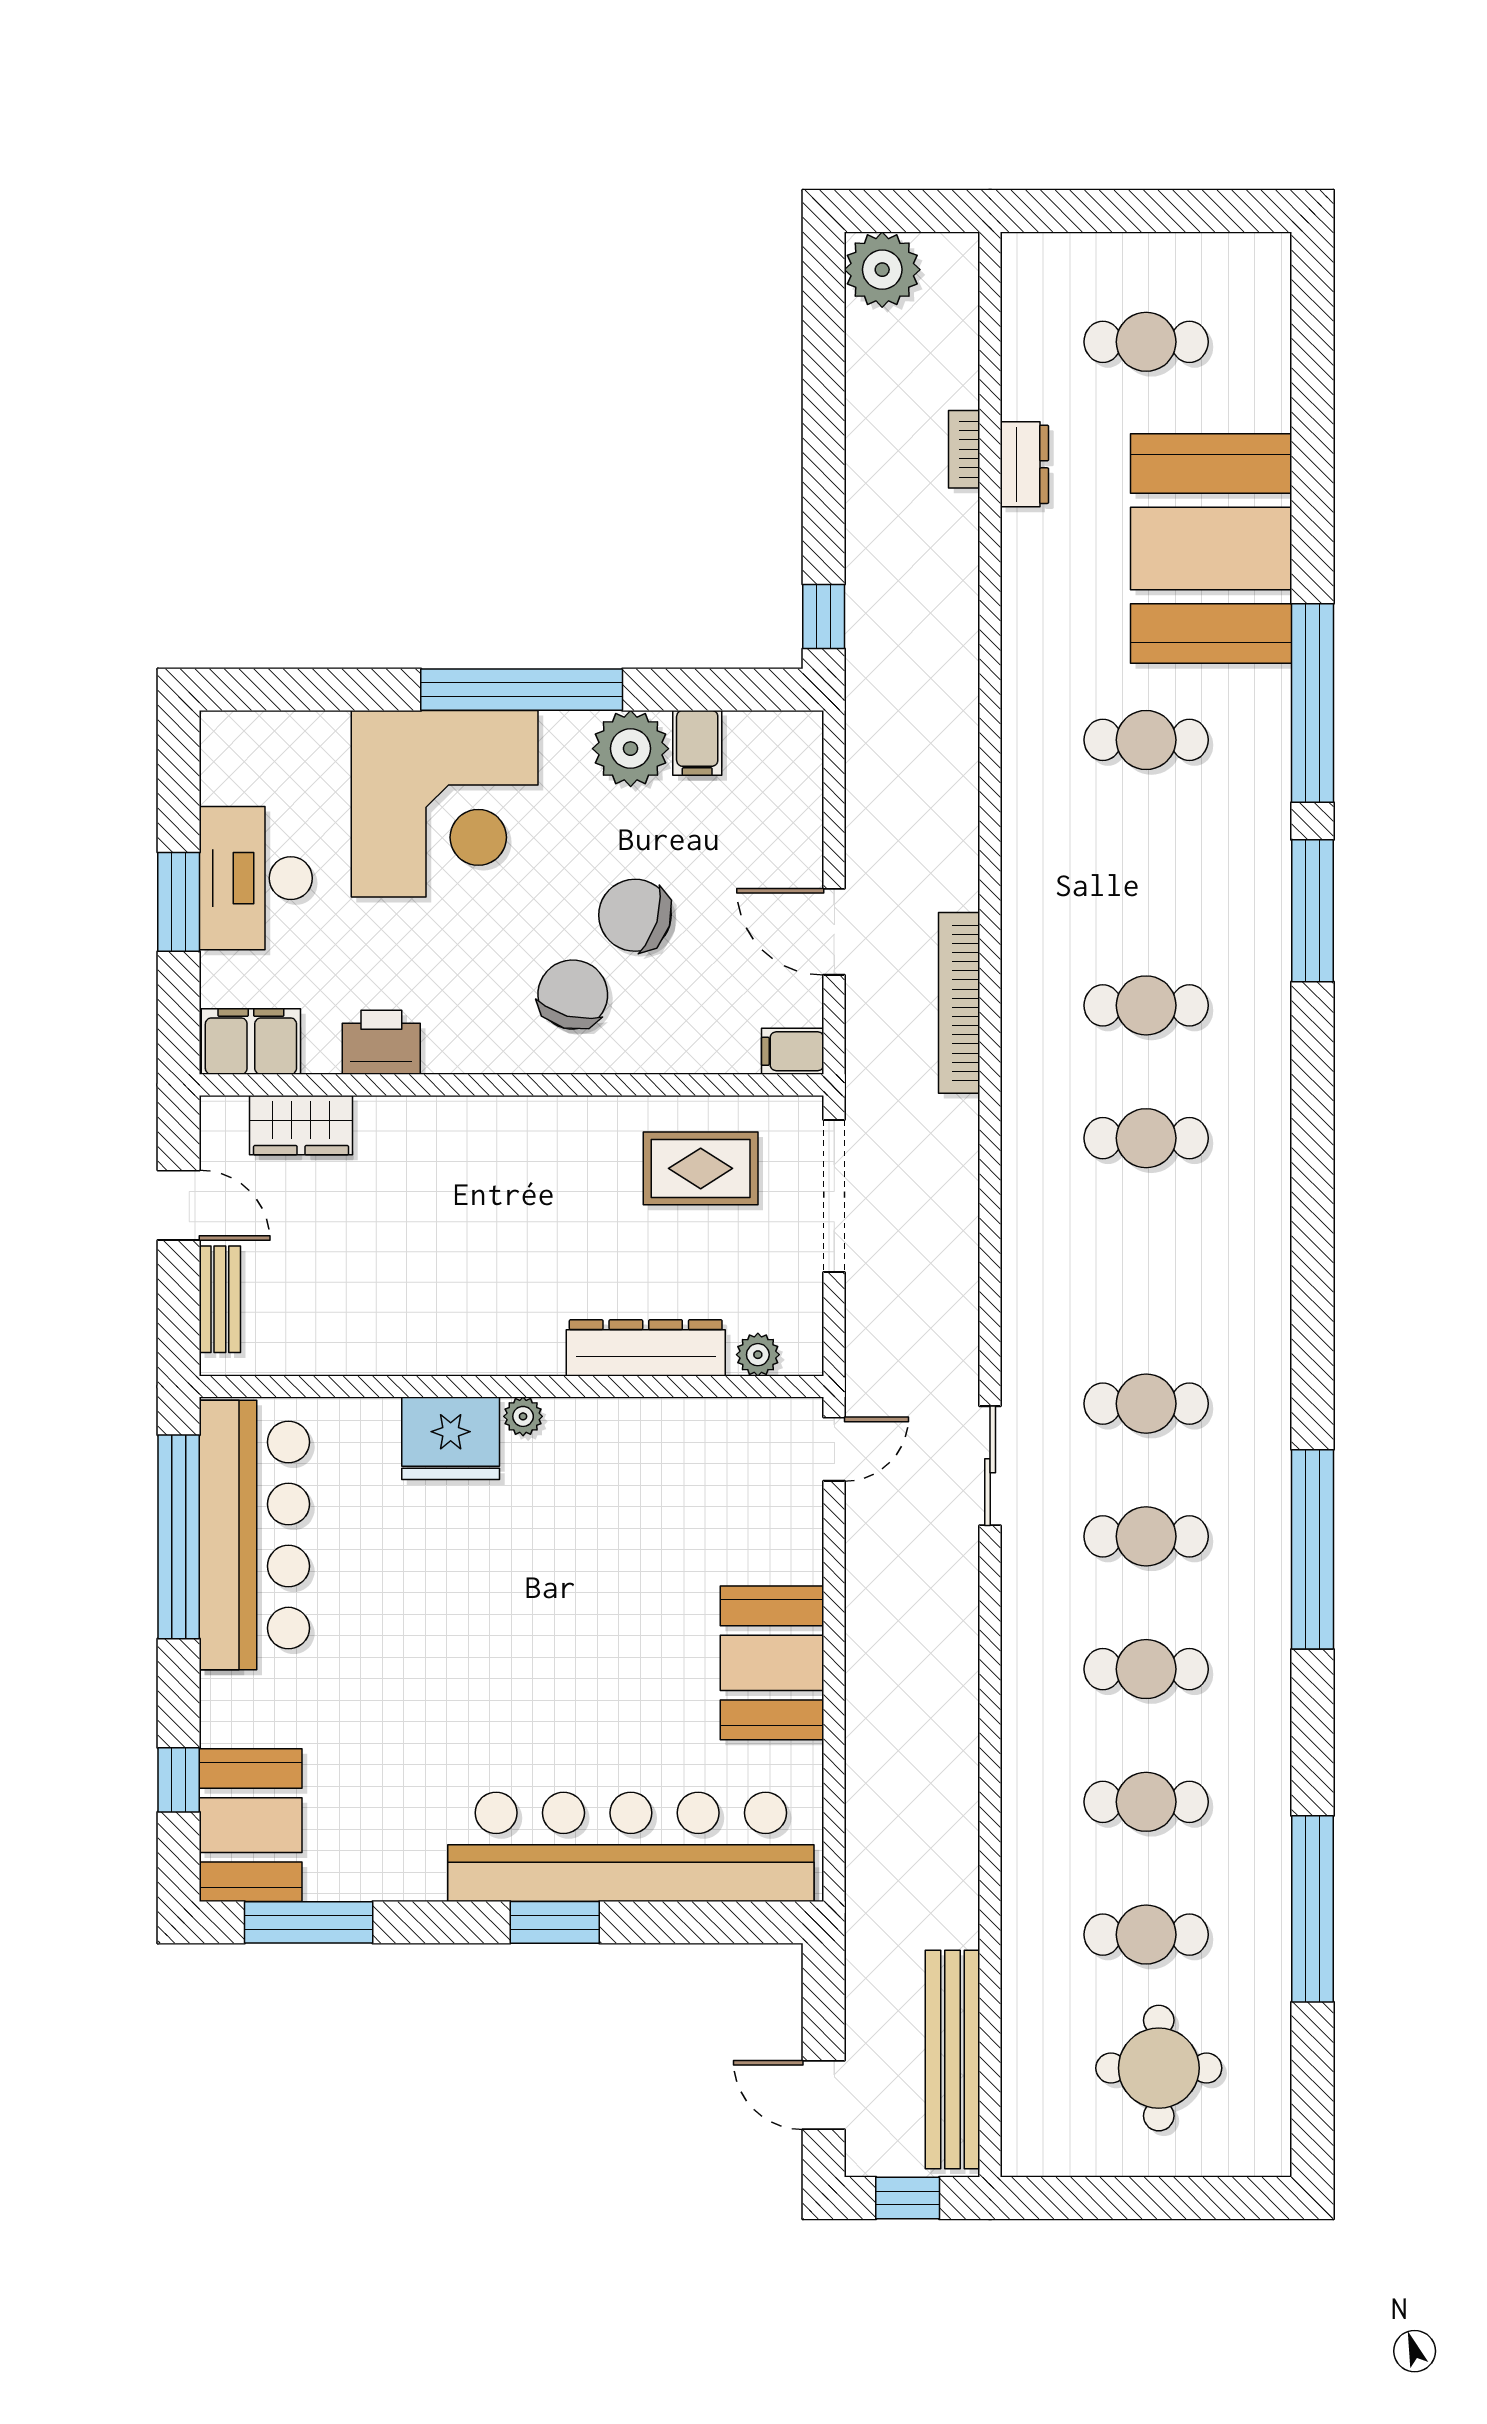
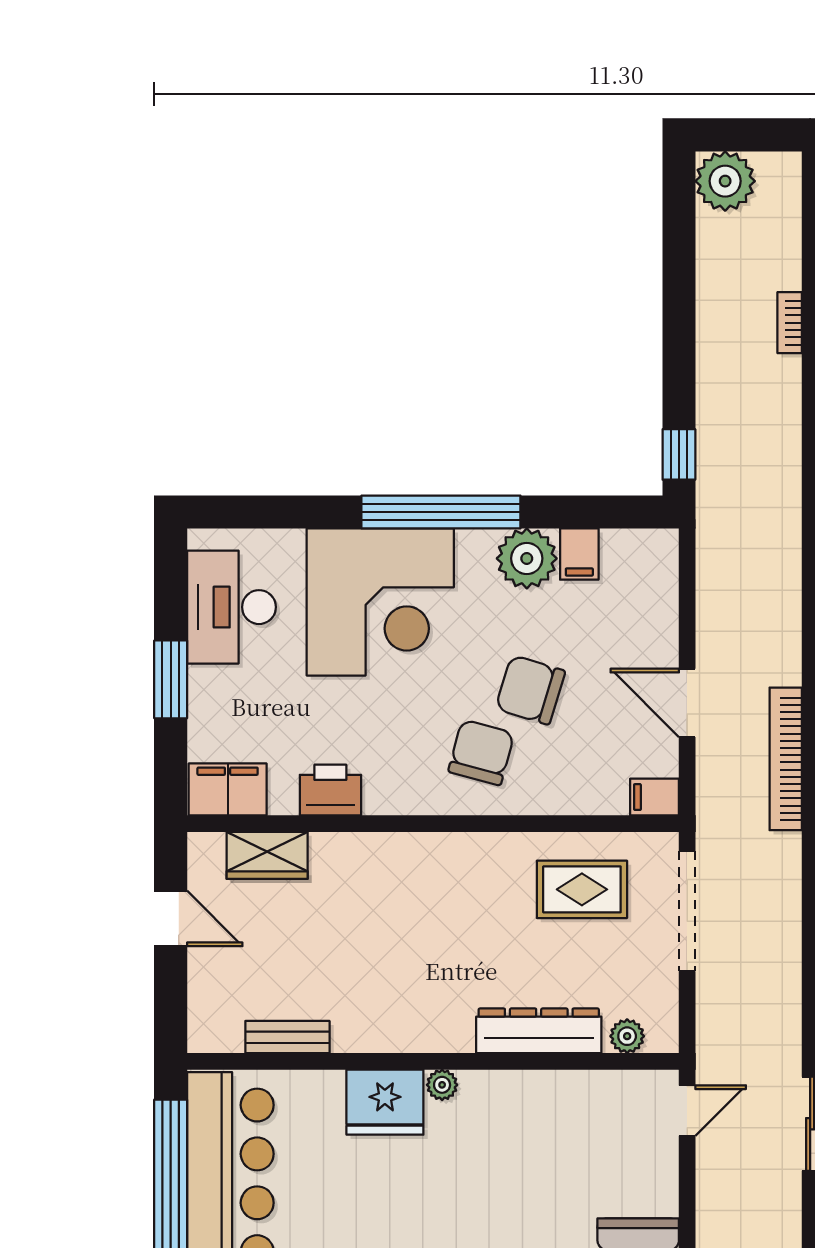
desk: (256, 878) -> (231, 607), moved
bench: (220, 1299) -> (287, 1037), moved, turned 90

